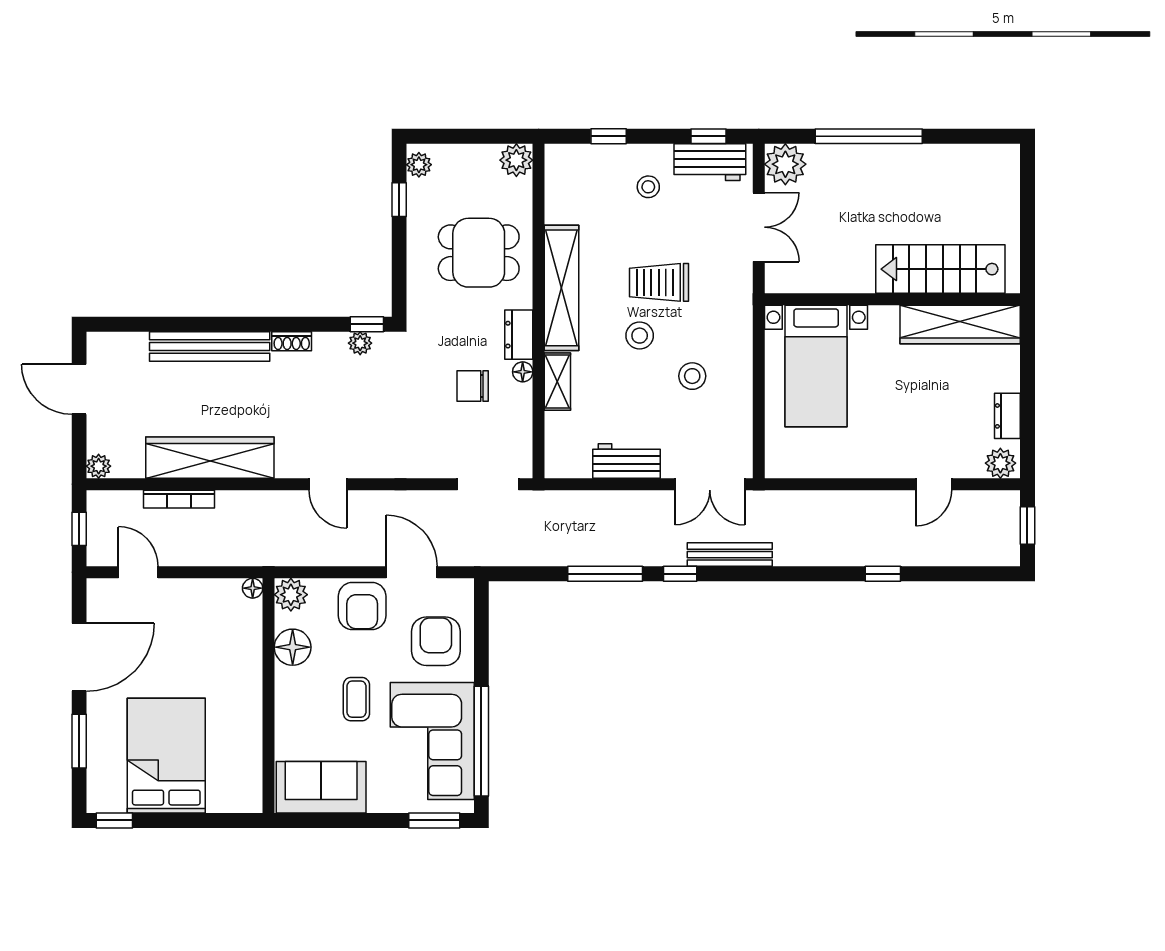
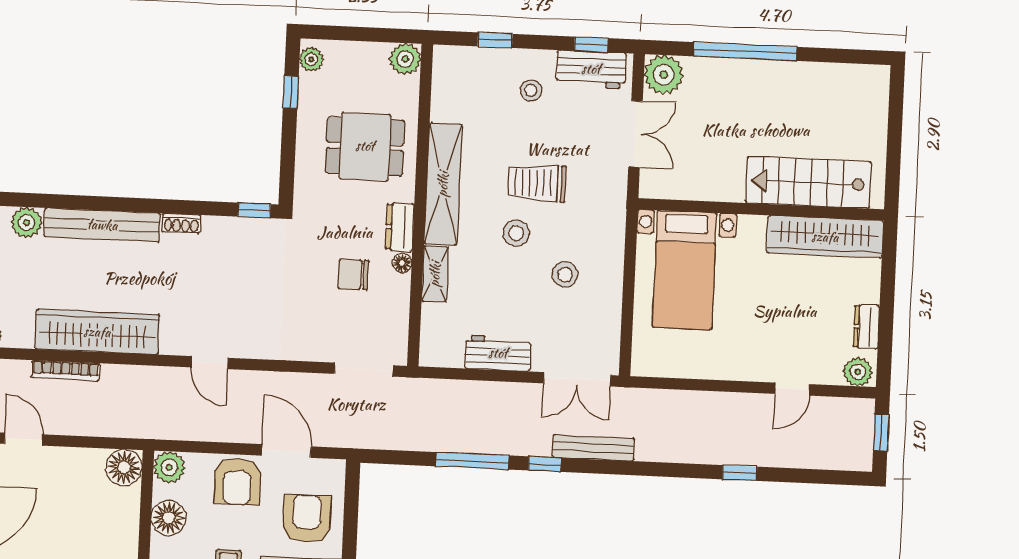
plant: (360, 343) -> (27, 222), moved, width x1.38, depth x1.38
floor lamp: (253, 588) -> (124, 467), width x1.89, depth x1.89

